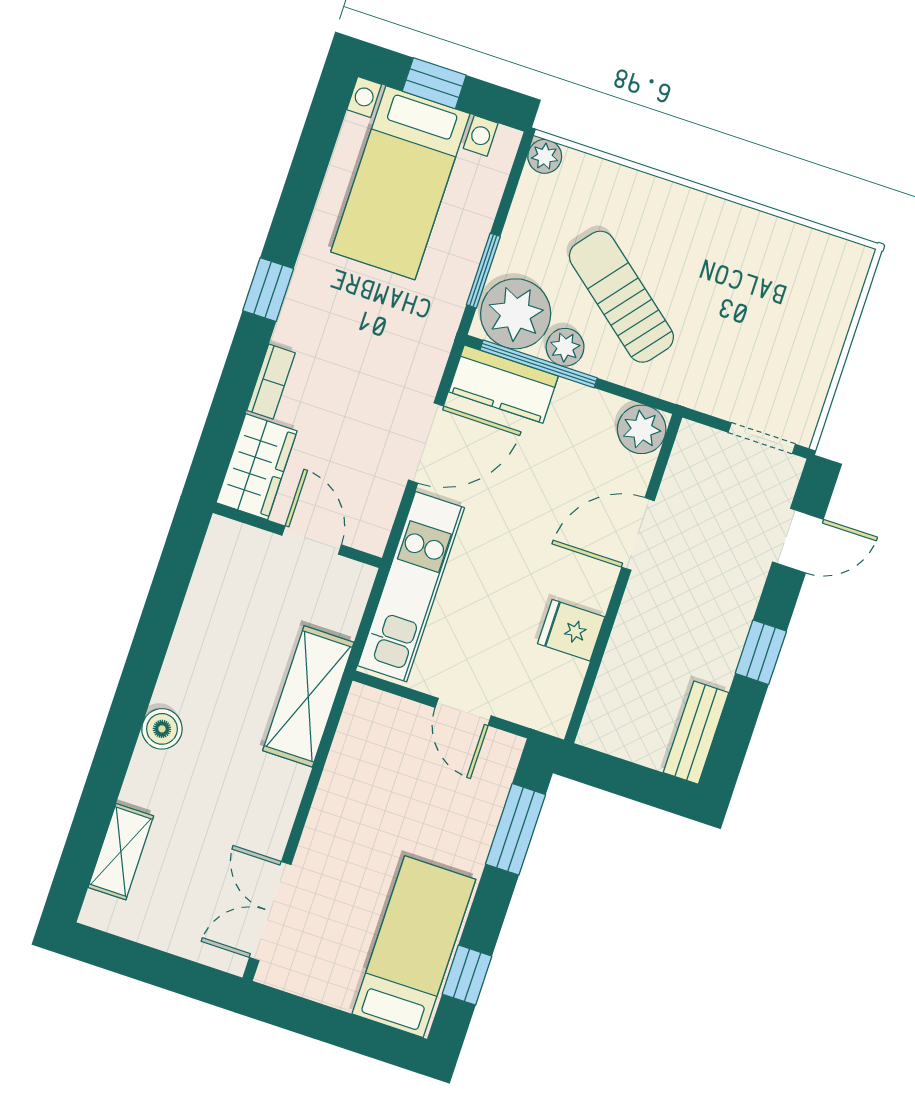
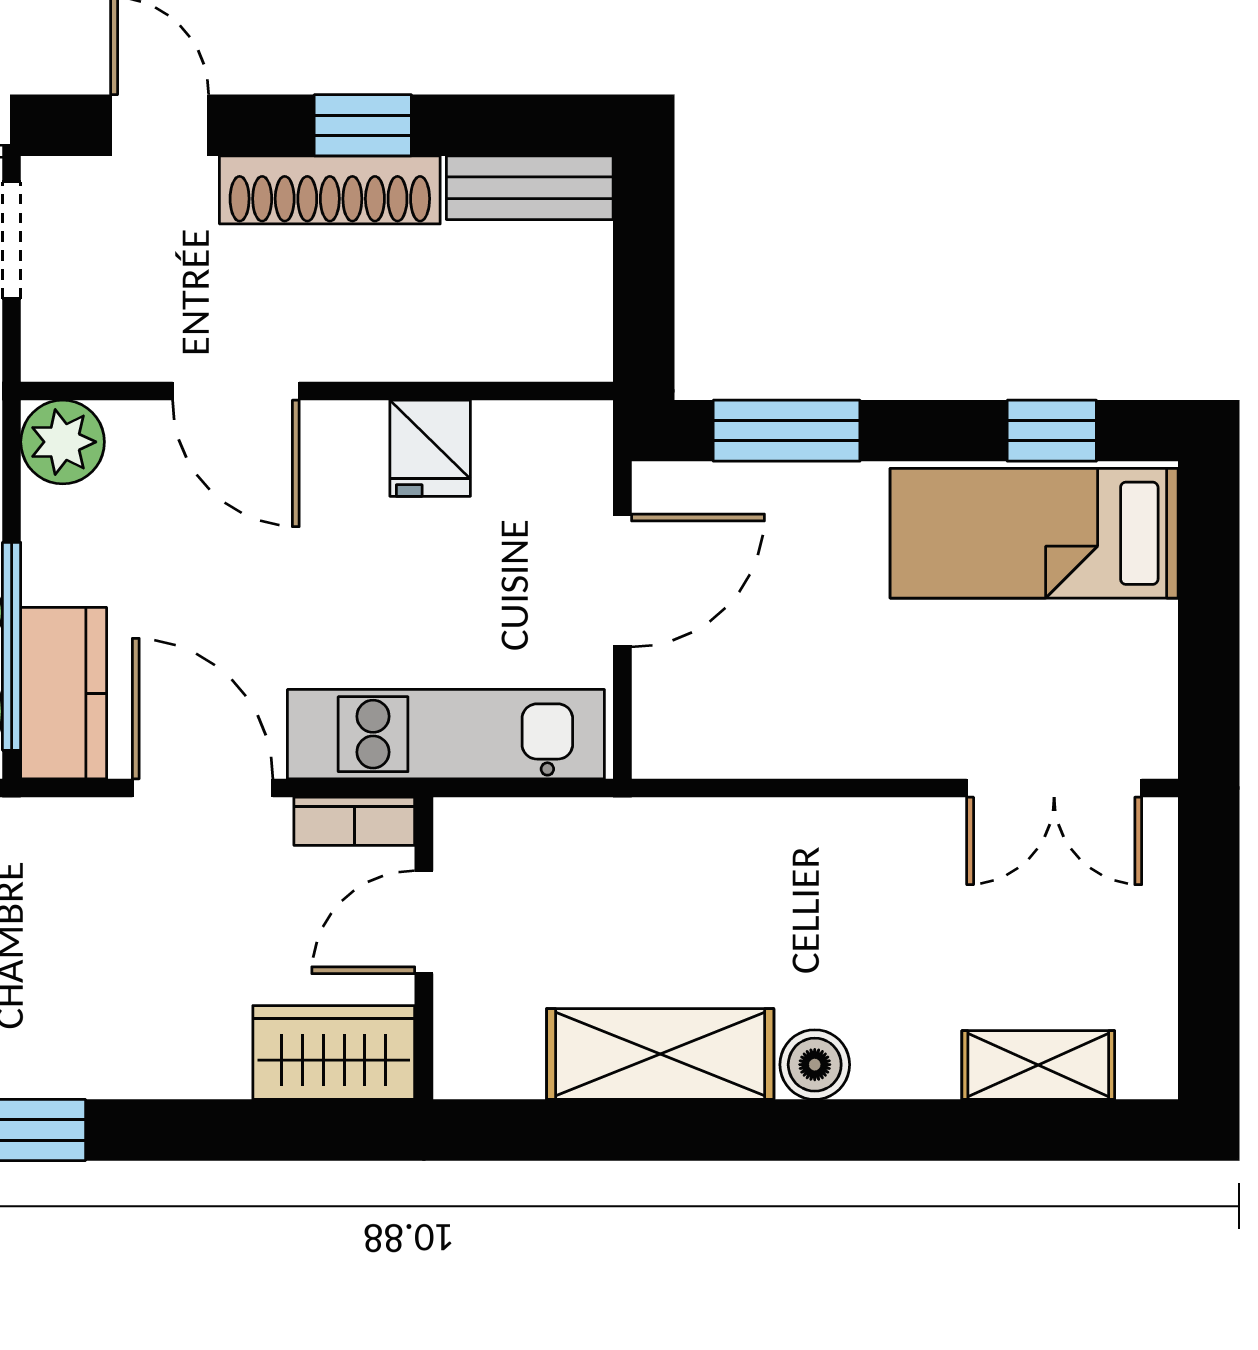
bookcase: (271, 382) -> (354, 821), moved, turned 180
shoe rack: (731, 622) -> (330, 190), added
shelving: (308, 696) -> (660, 1054), moved
door: (463, 712) -> (622, 580), width x1.38

